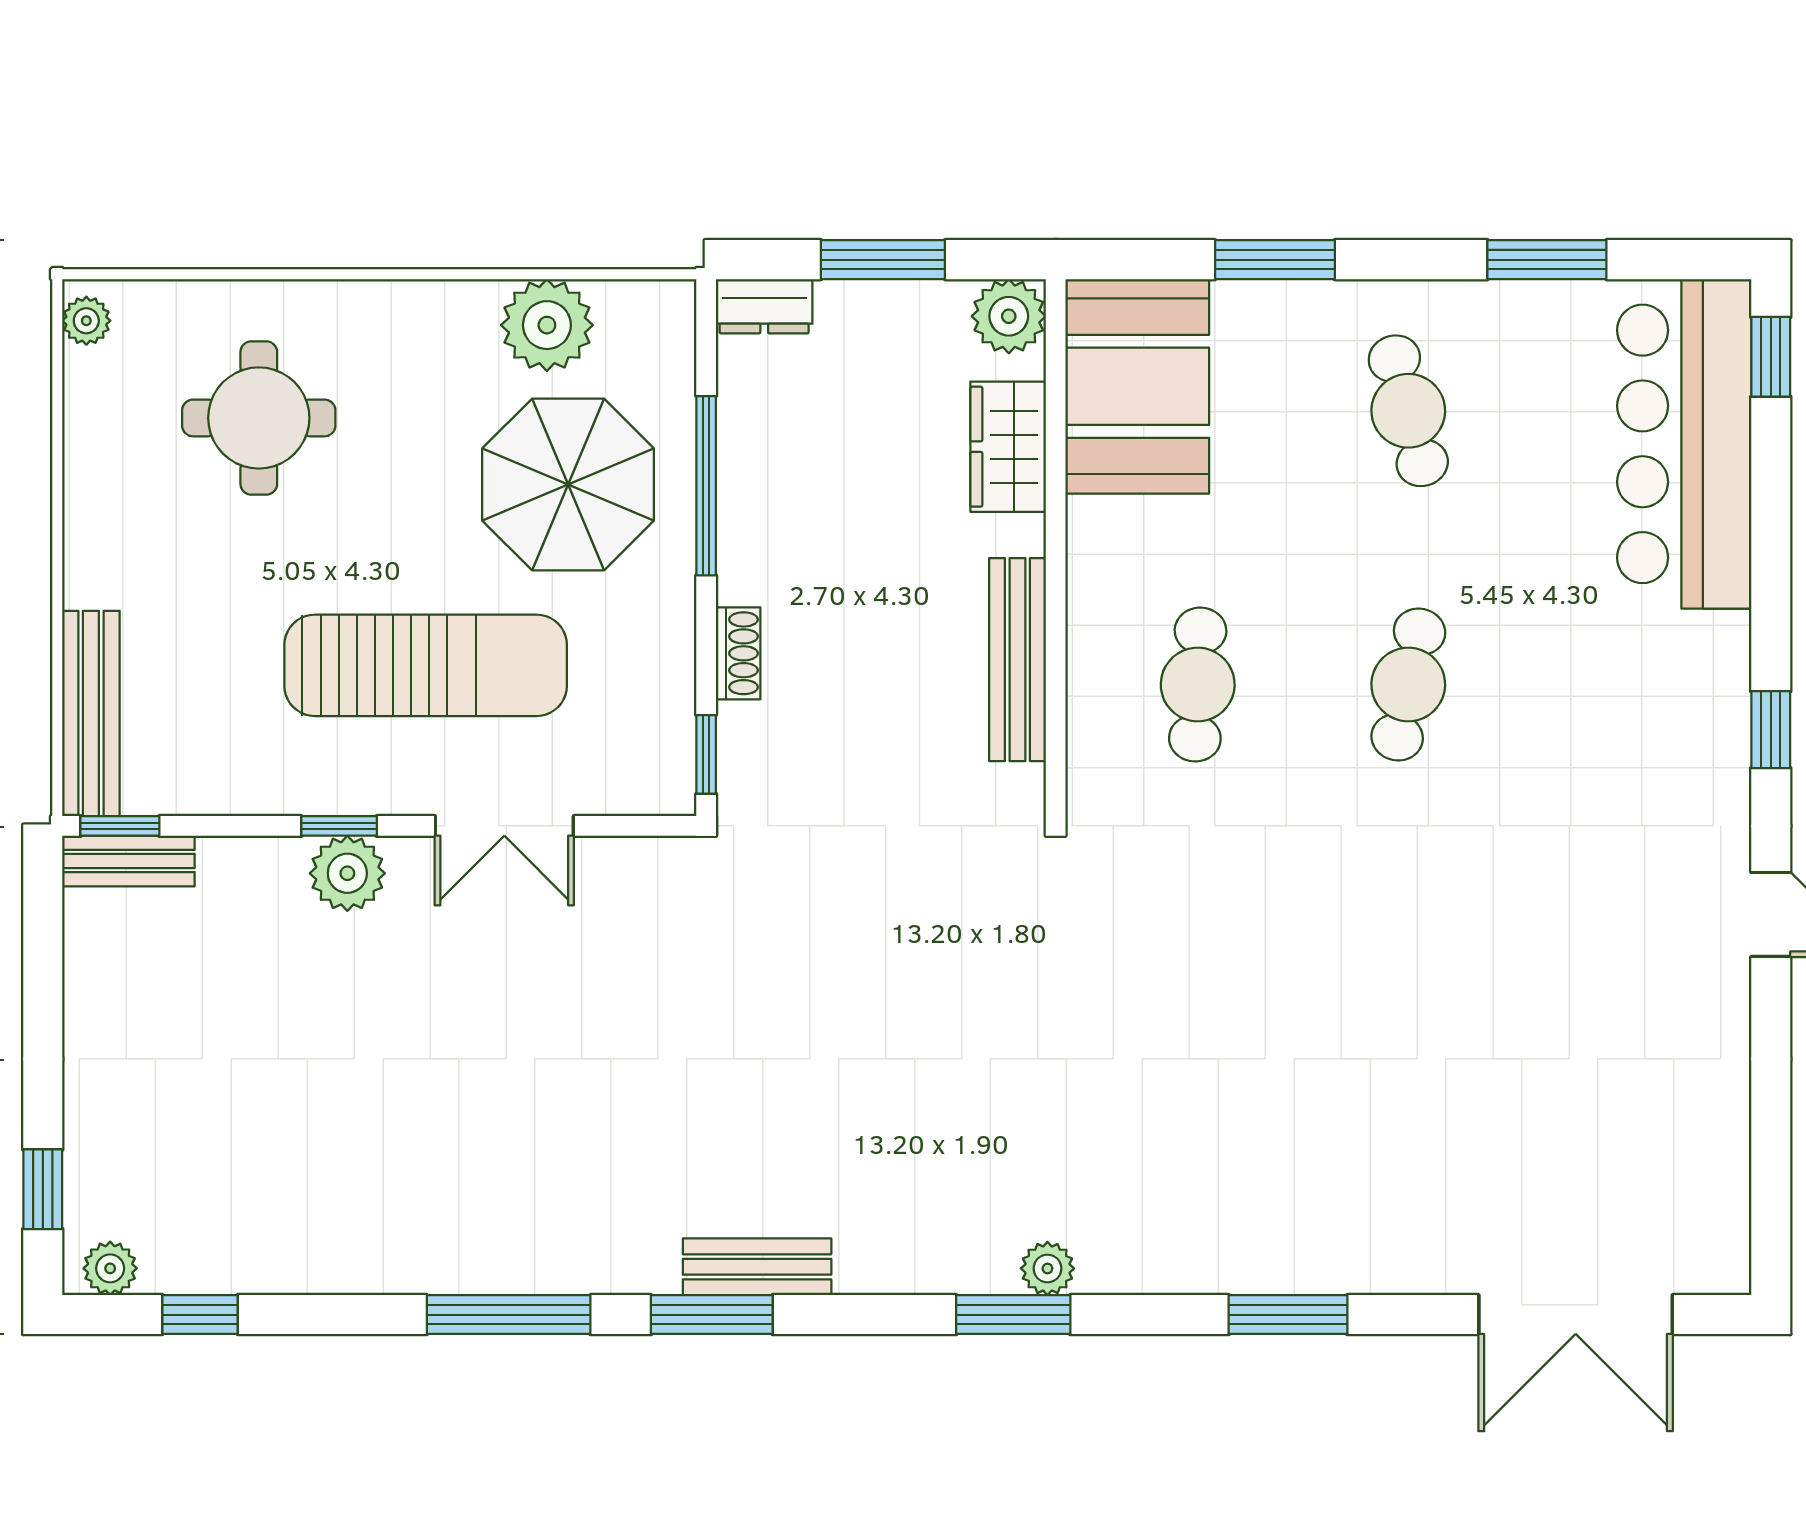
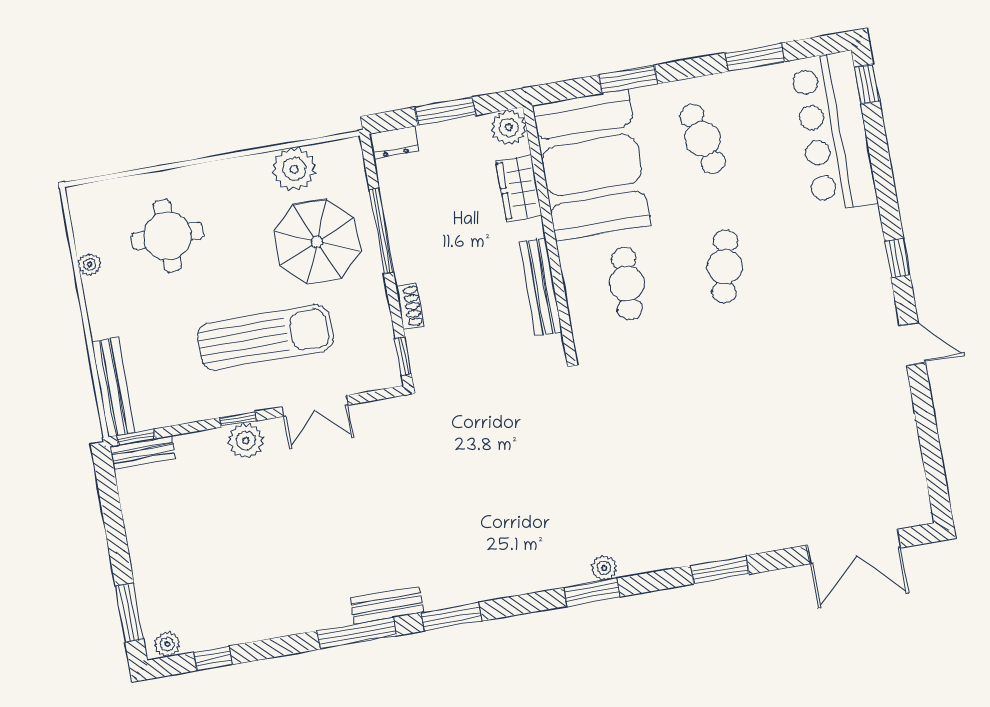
plant: (86, 321) -> (90, 264), moved
booth: (1137, 386) -> (592, 165), width x1.36, depth x1.42
window: (43, 1189) -> (129, 613), width x1.50
bench: (757, 1267) -> (387, 605), moved

